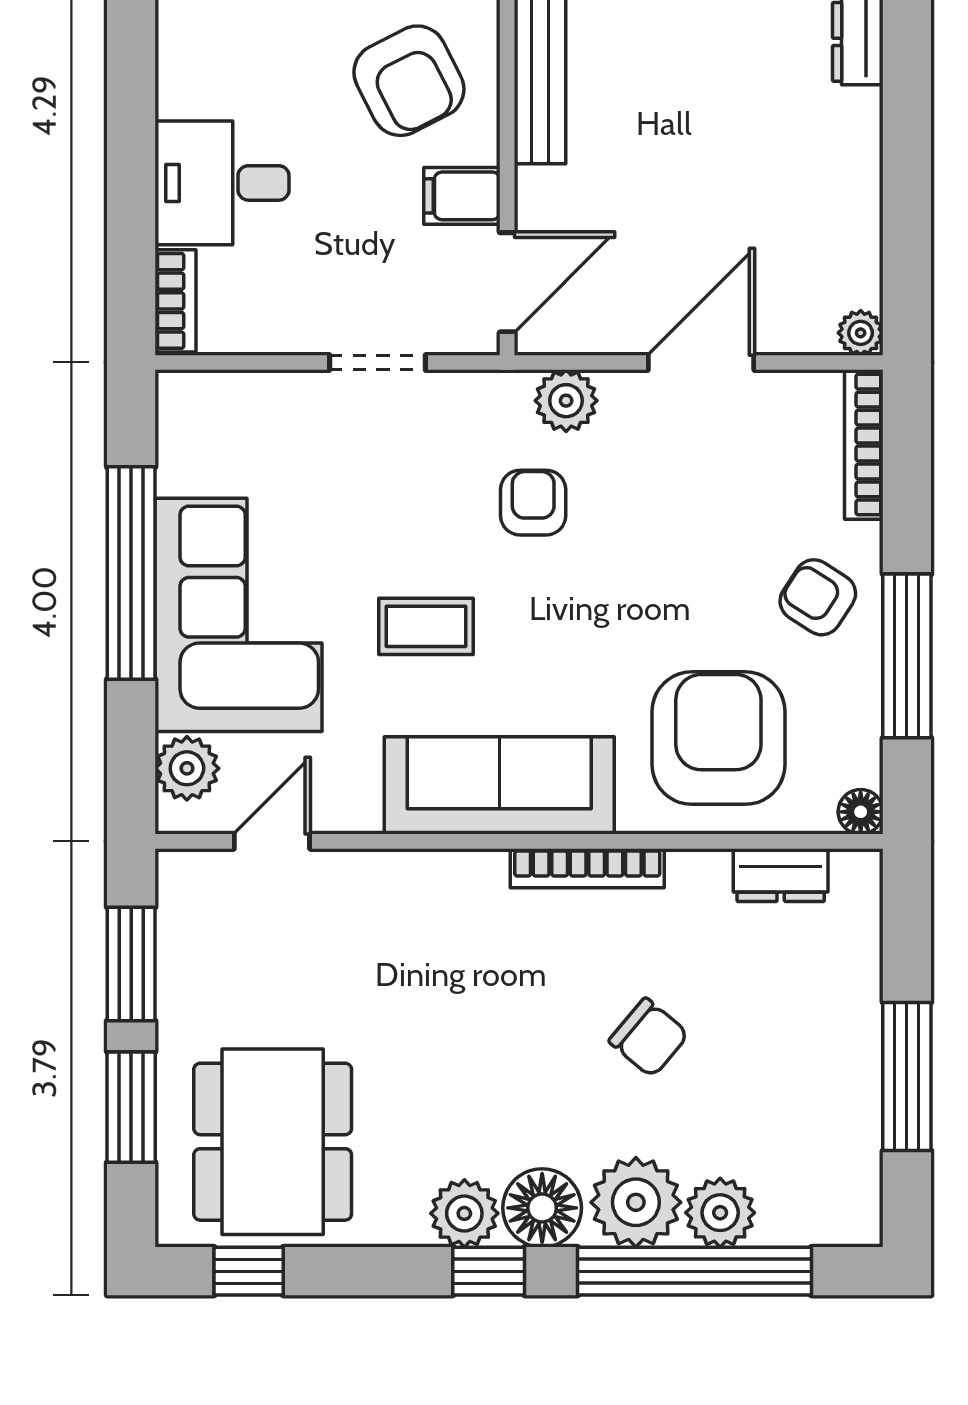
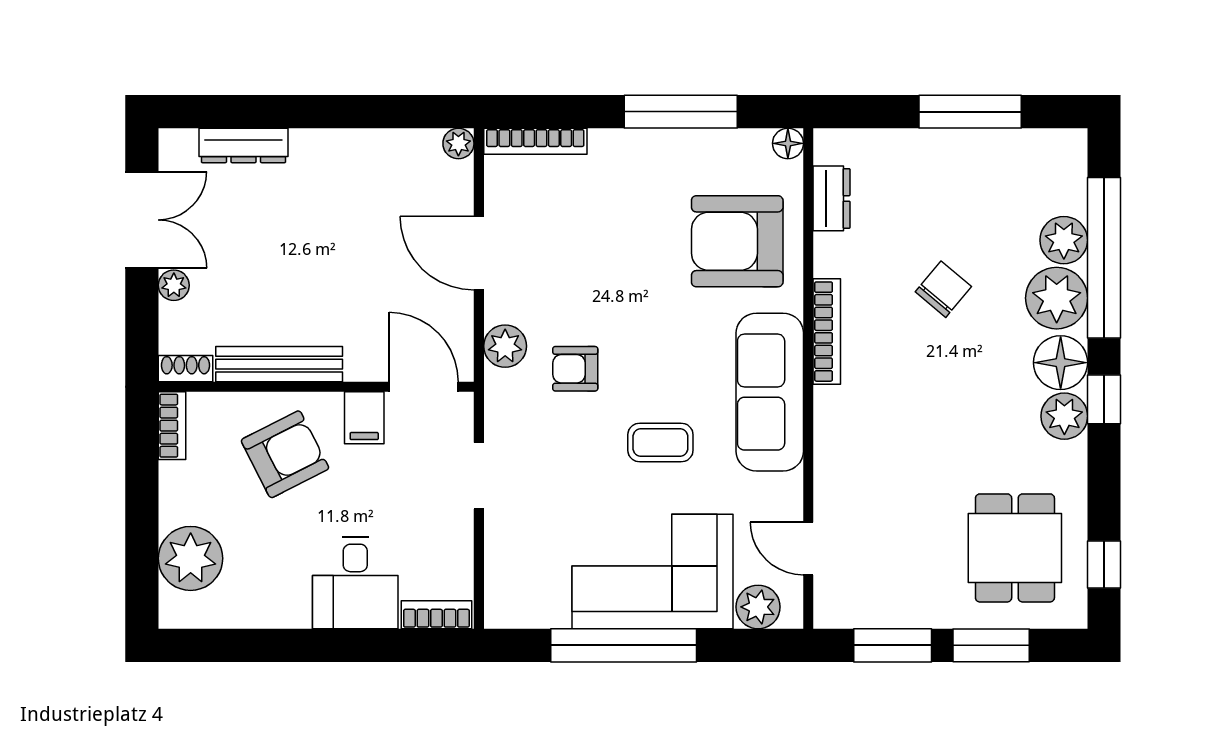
armchair: (818, 597) -> (640, 173), removed
coffee table: (426, 626) -> (660, 443), turned 90
dining table: (273, 1142) -> (1015, 548), width x0.73

